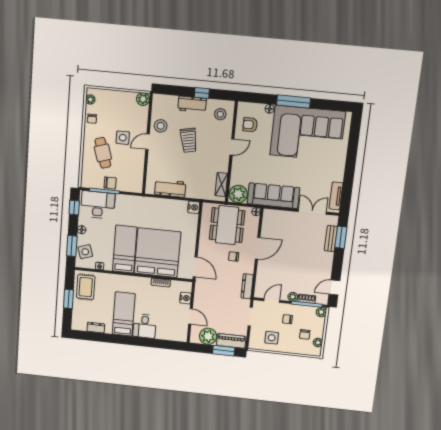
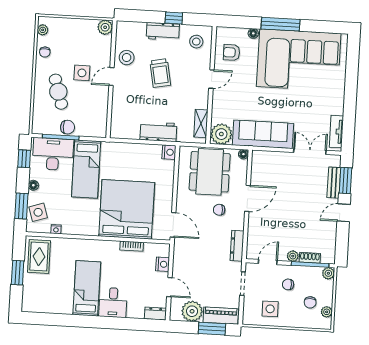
workbench: (170, 188) -> (158, 132), moved
bed: (125, 249) -> (86, 169), moved, turned 180
door: (334, 287) -> (344, 213), moved
dresser: (96, 328) -> (155, 314), moved

